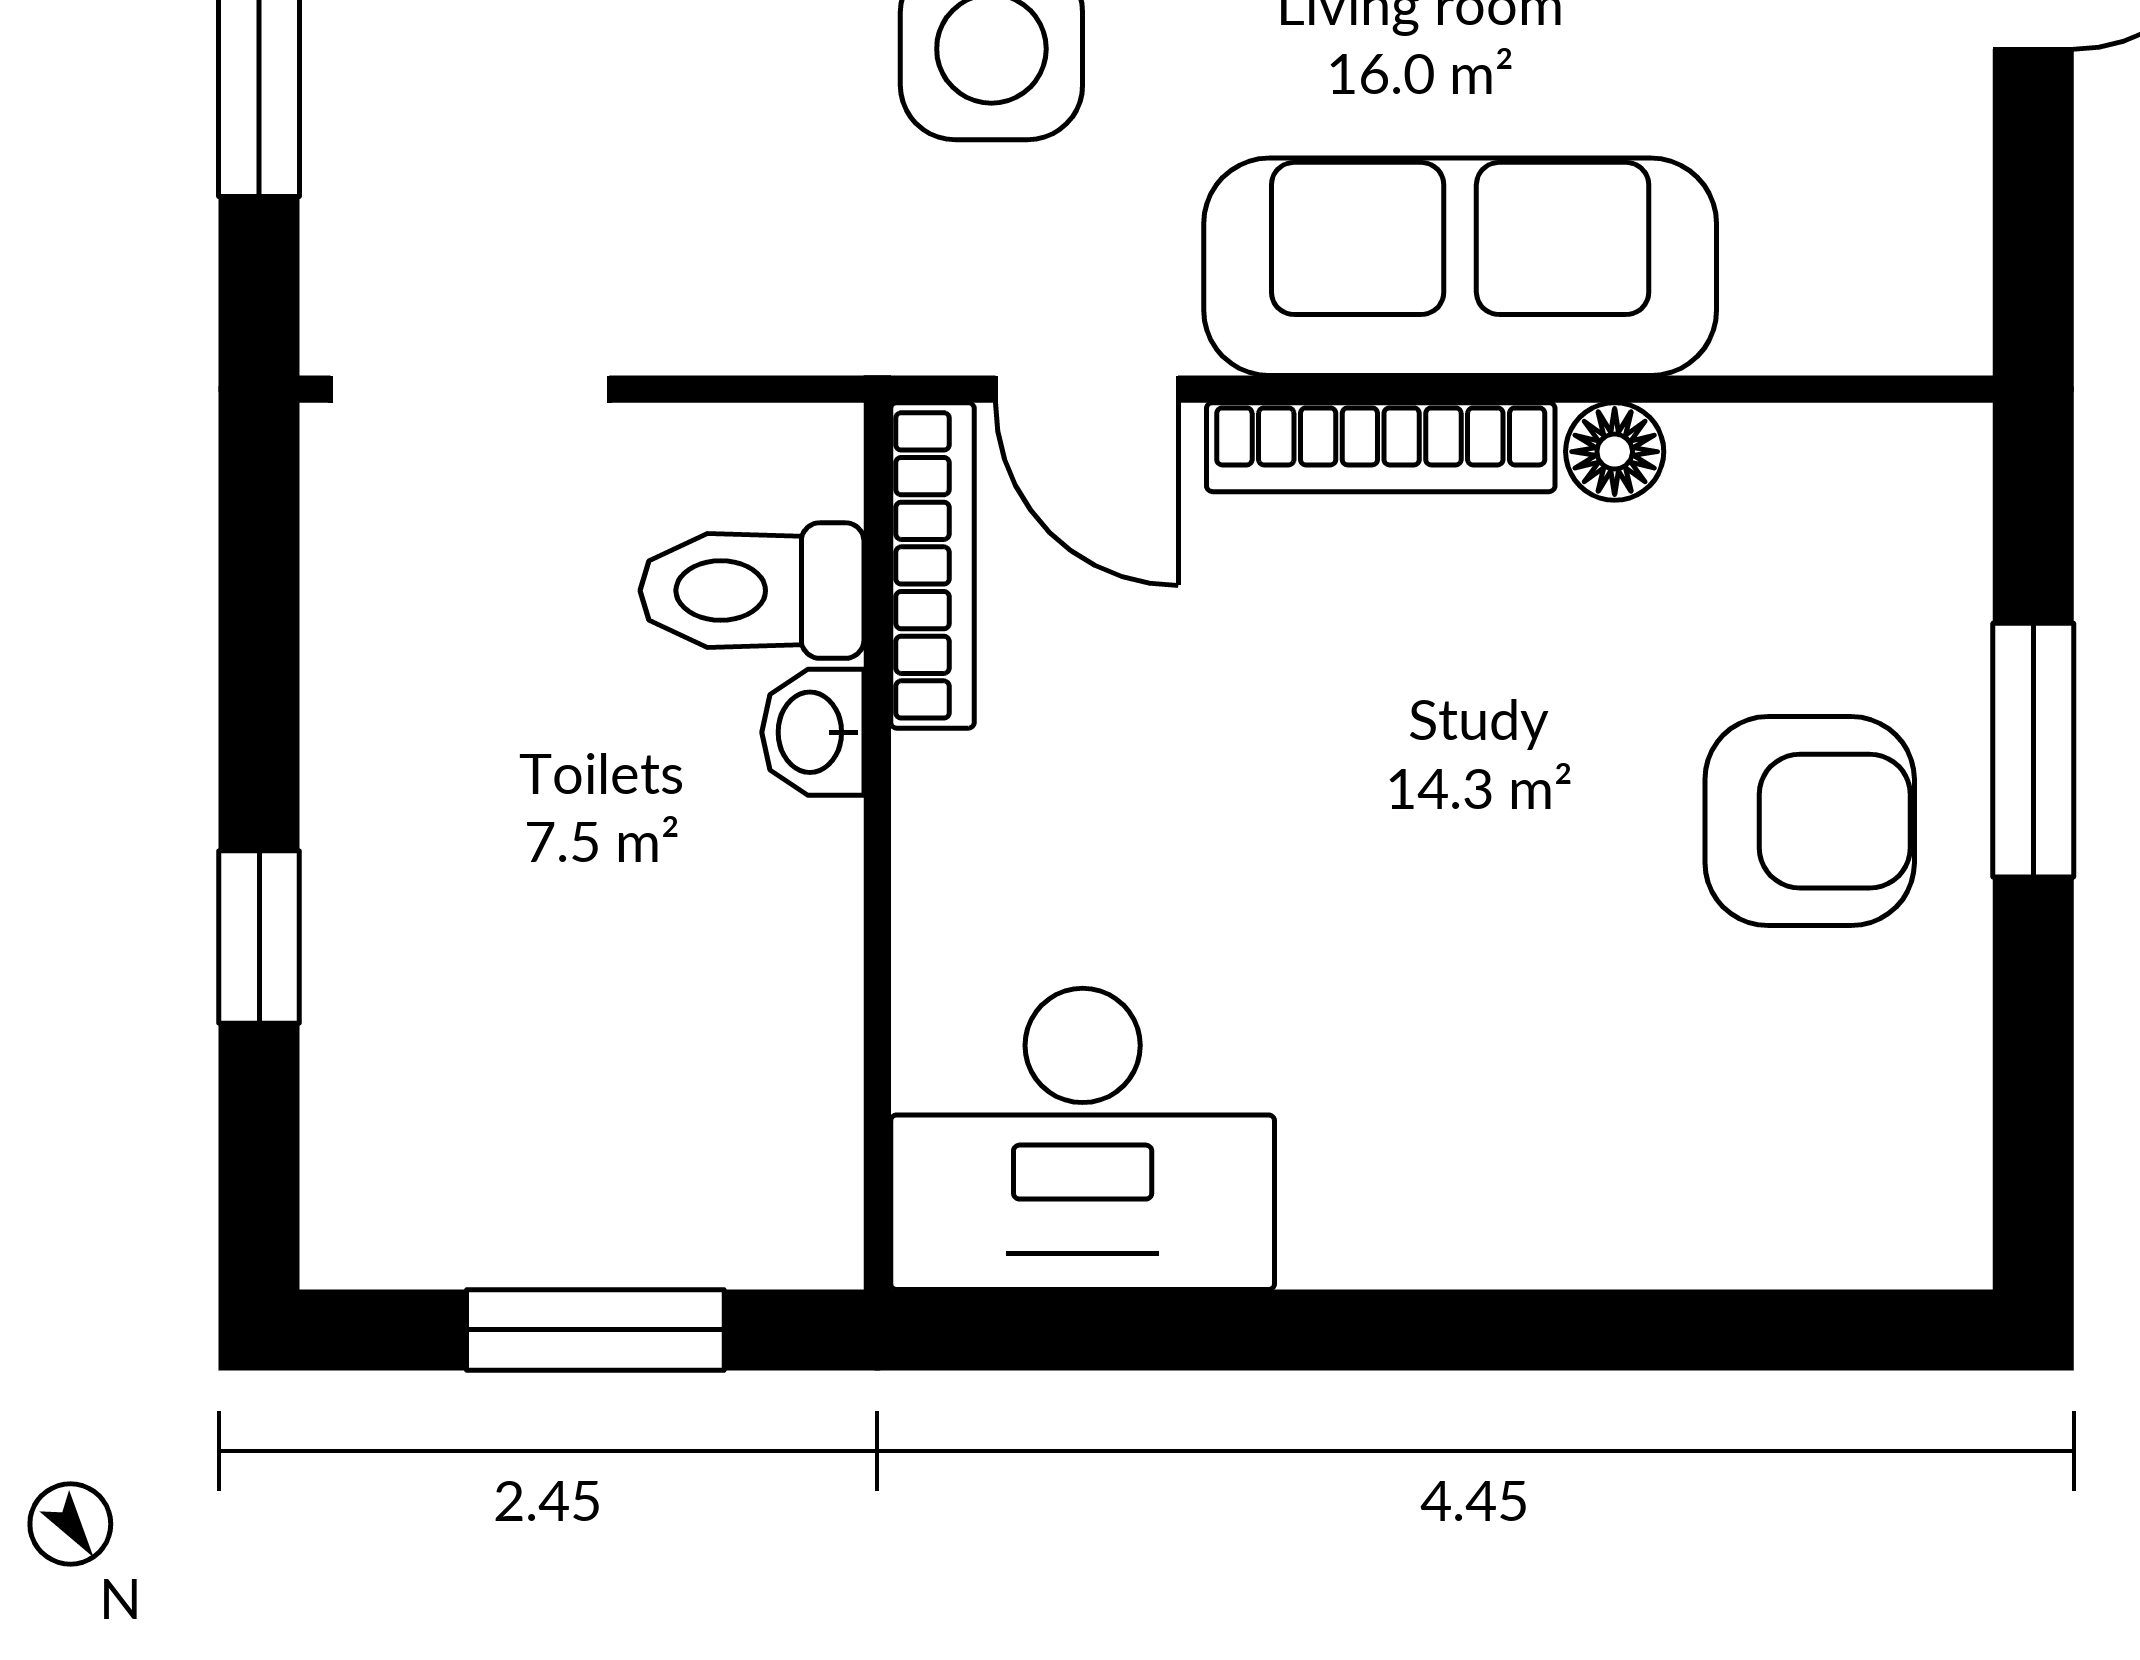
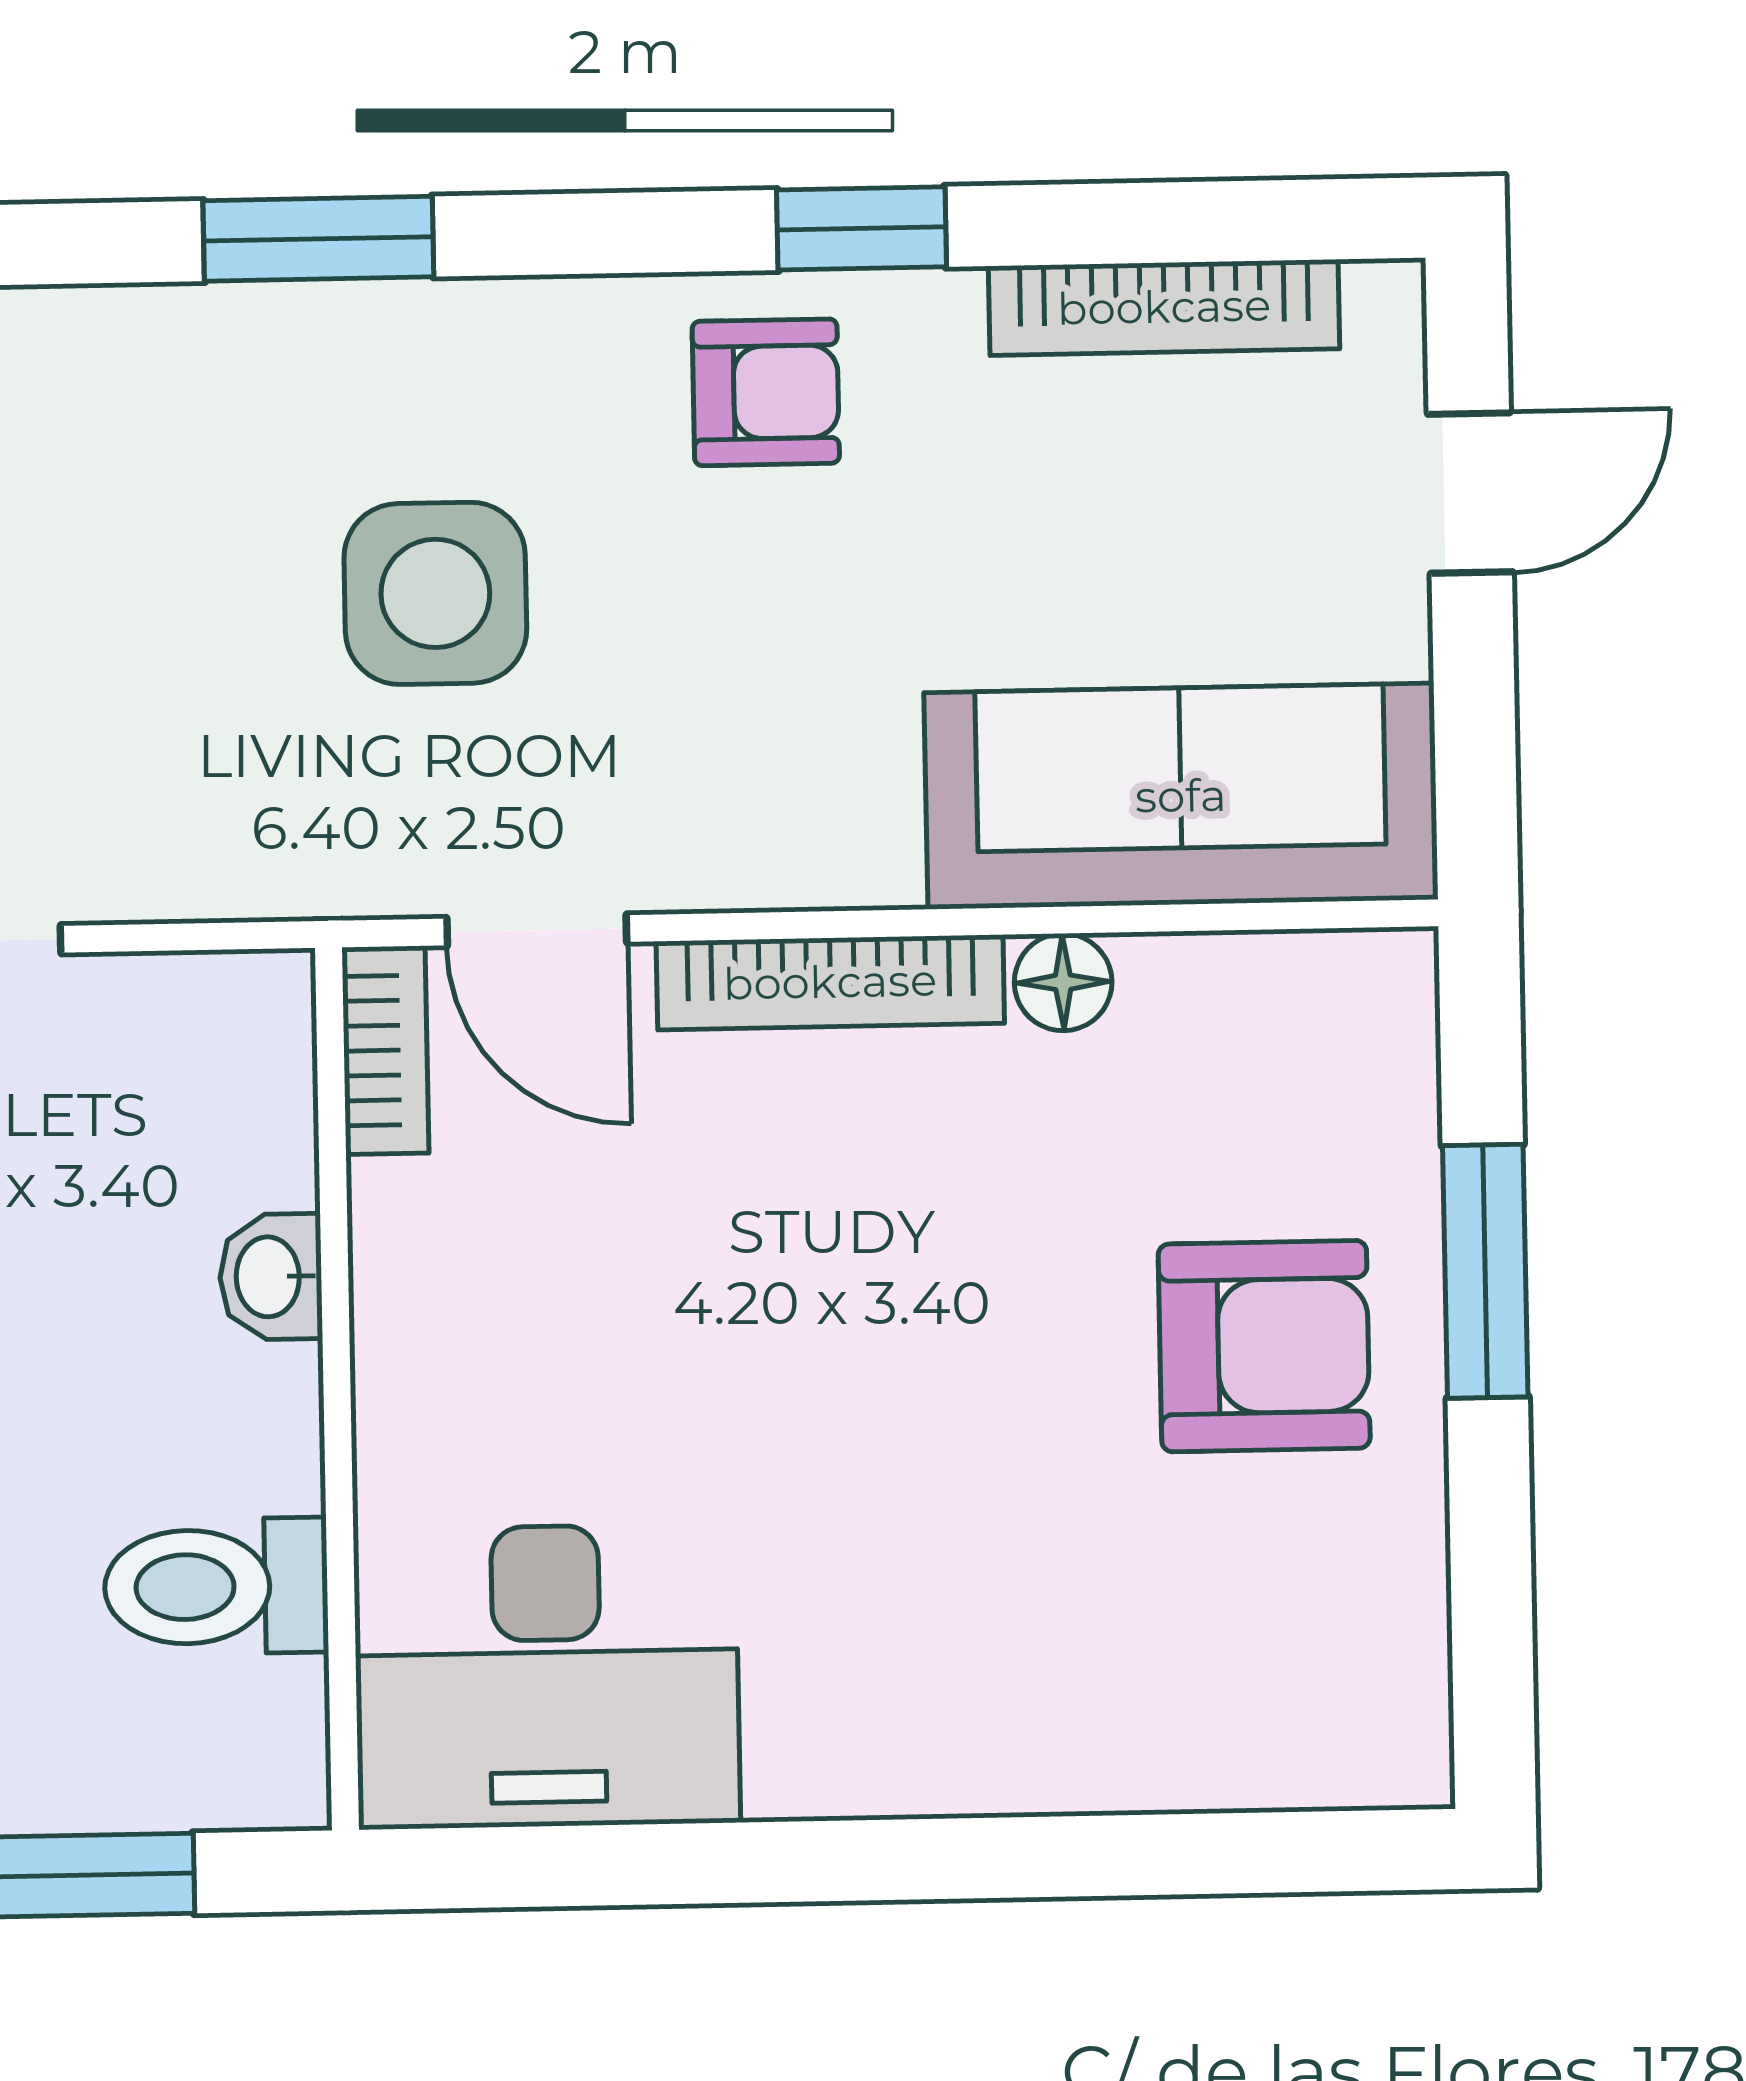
sofa: (1460, 267) -> (1181, 796), moved
bookcase: (932, 565) -> (385, 1050), width x0.64
toilet: (752, 591) -> (216, 1587), moved

